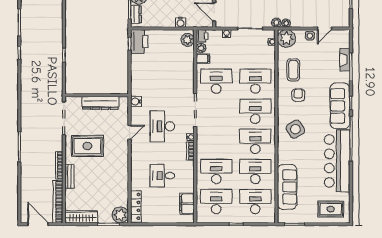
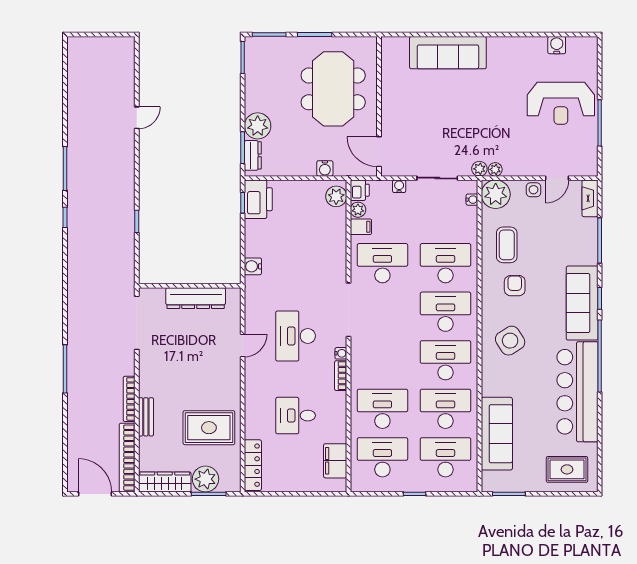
fireplace: (345, 60) -> (590, 198), moved
water cooler: (136, 102) -> (253, 266), moved
rug: (87, 146) -> (209, 428), moved
plant: (120, 215) -> (205, 479), moved

